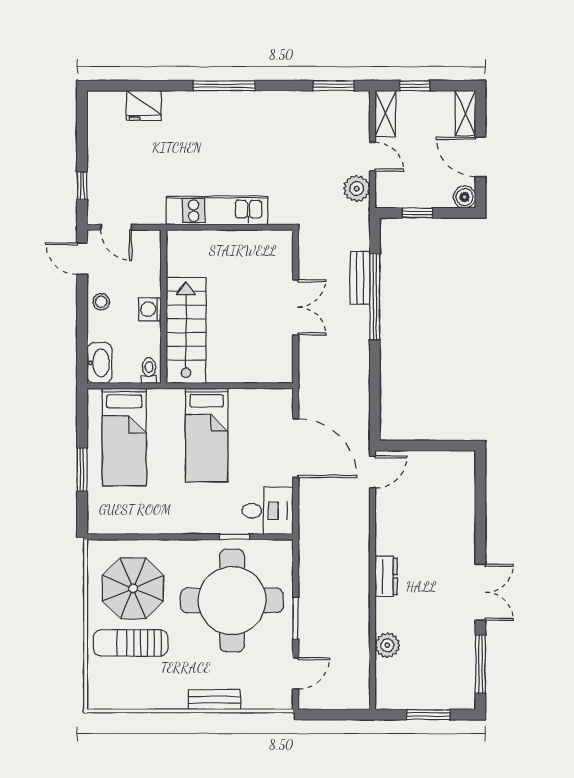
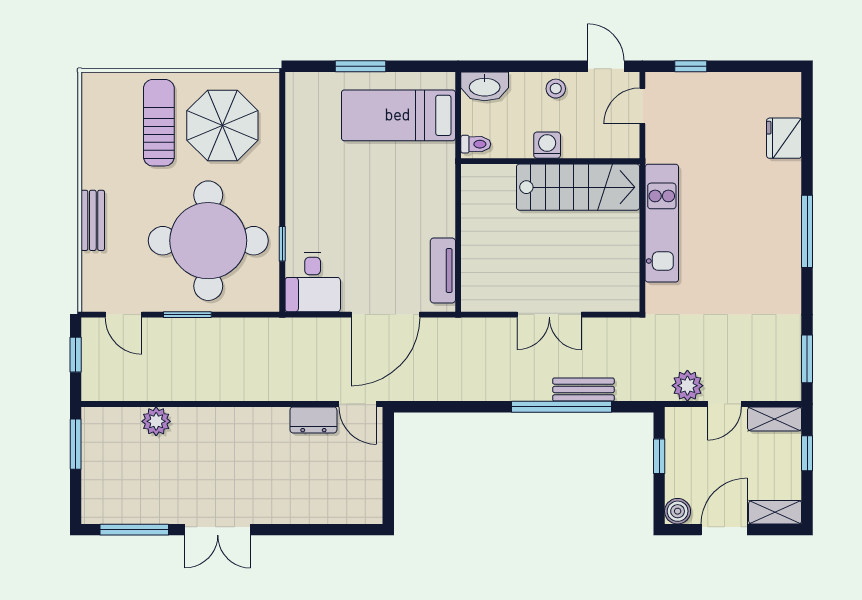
door: (82, 259) -> (606, 66), hinge flipped
stairs: (186, 330) -> (578, 187), moved
tv unit: (258, 399) -> (443, 271), added
bed: (207, 435) -> (401, 211), removed
dresser: (386, 576) -> (313, 420), moved
window: (330, 714) -> (76, 355), added
window: (428, 714) -> (76, 444), moved

